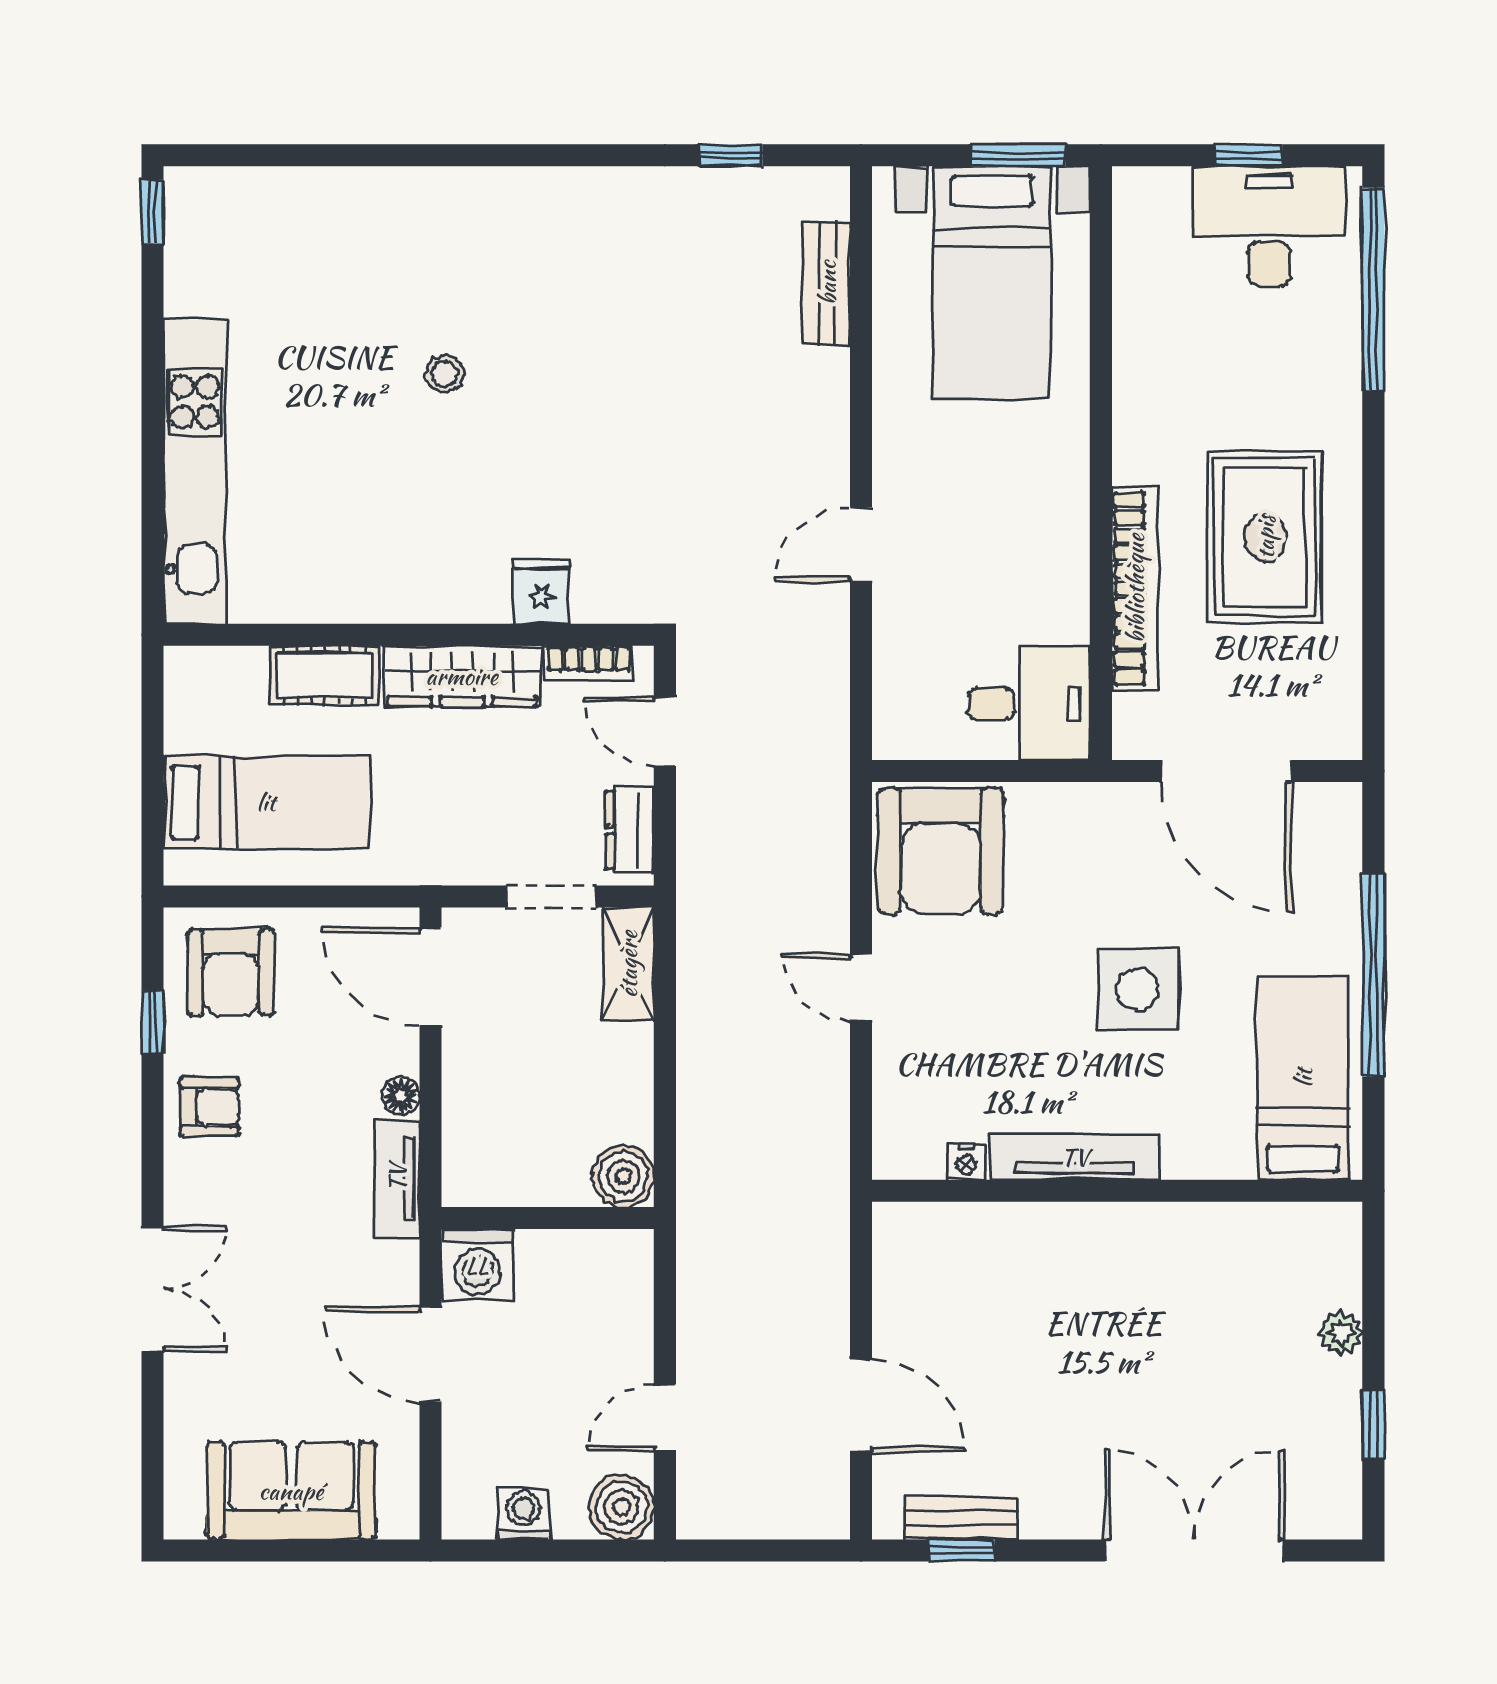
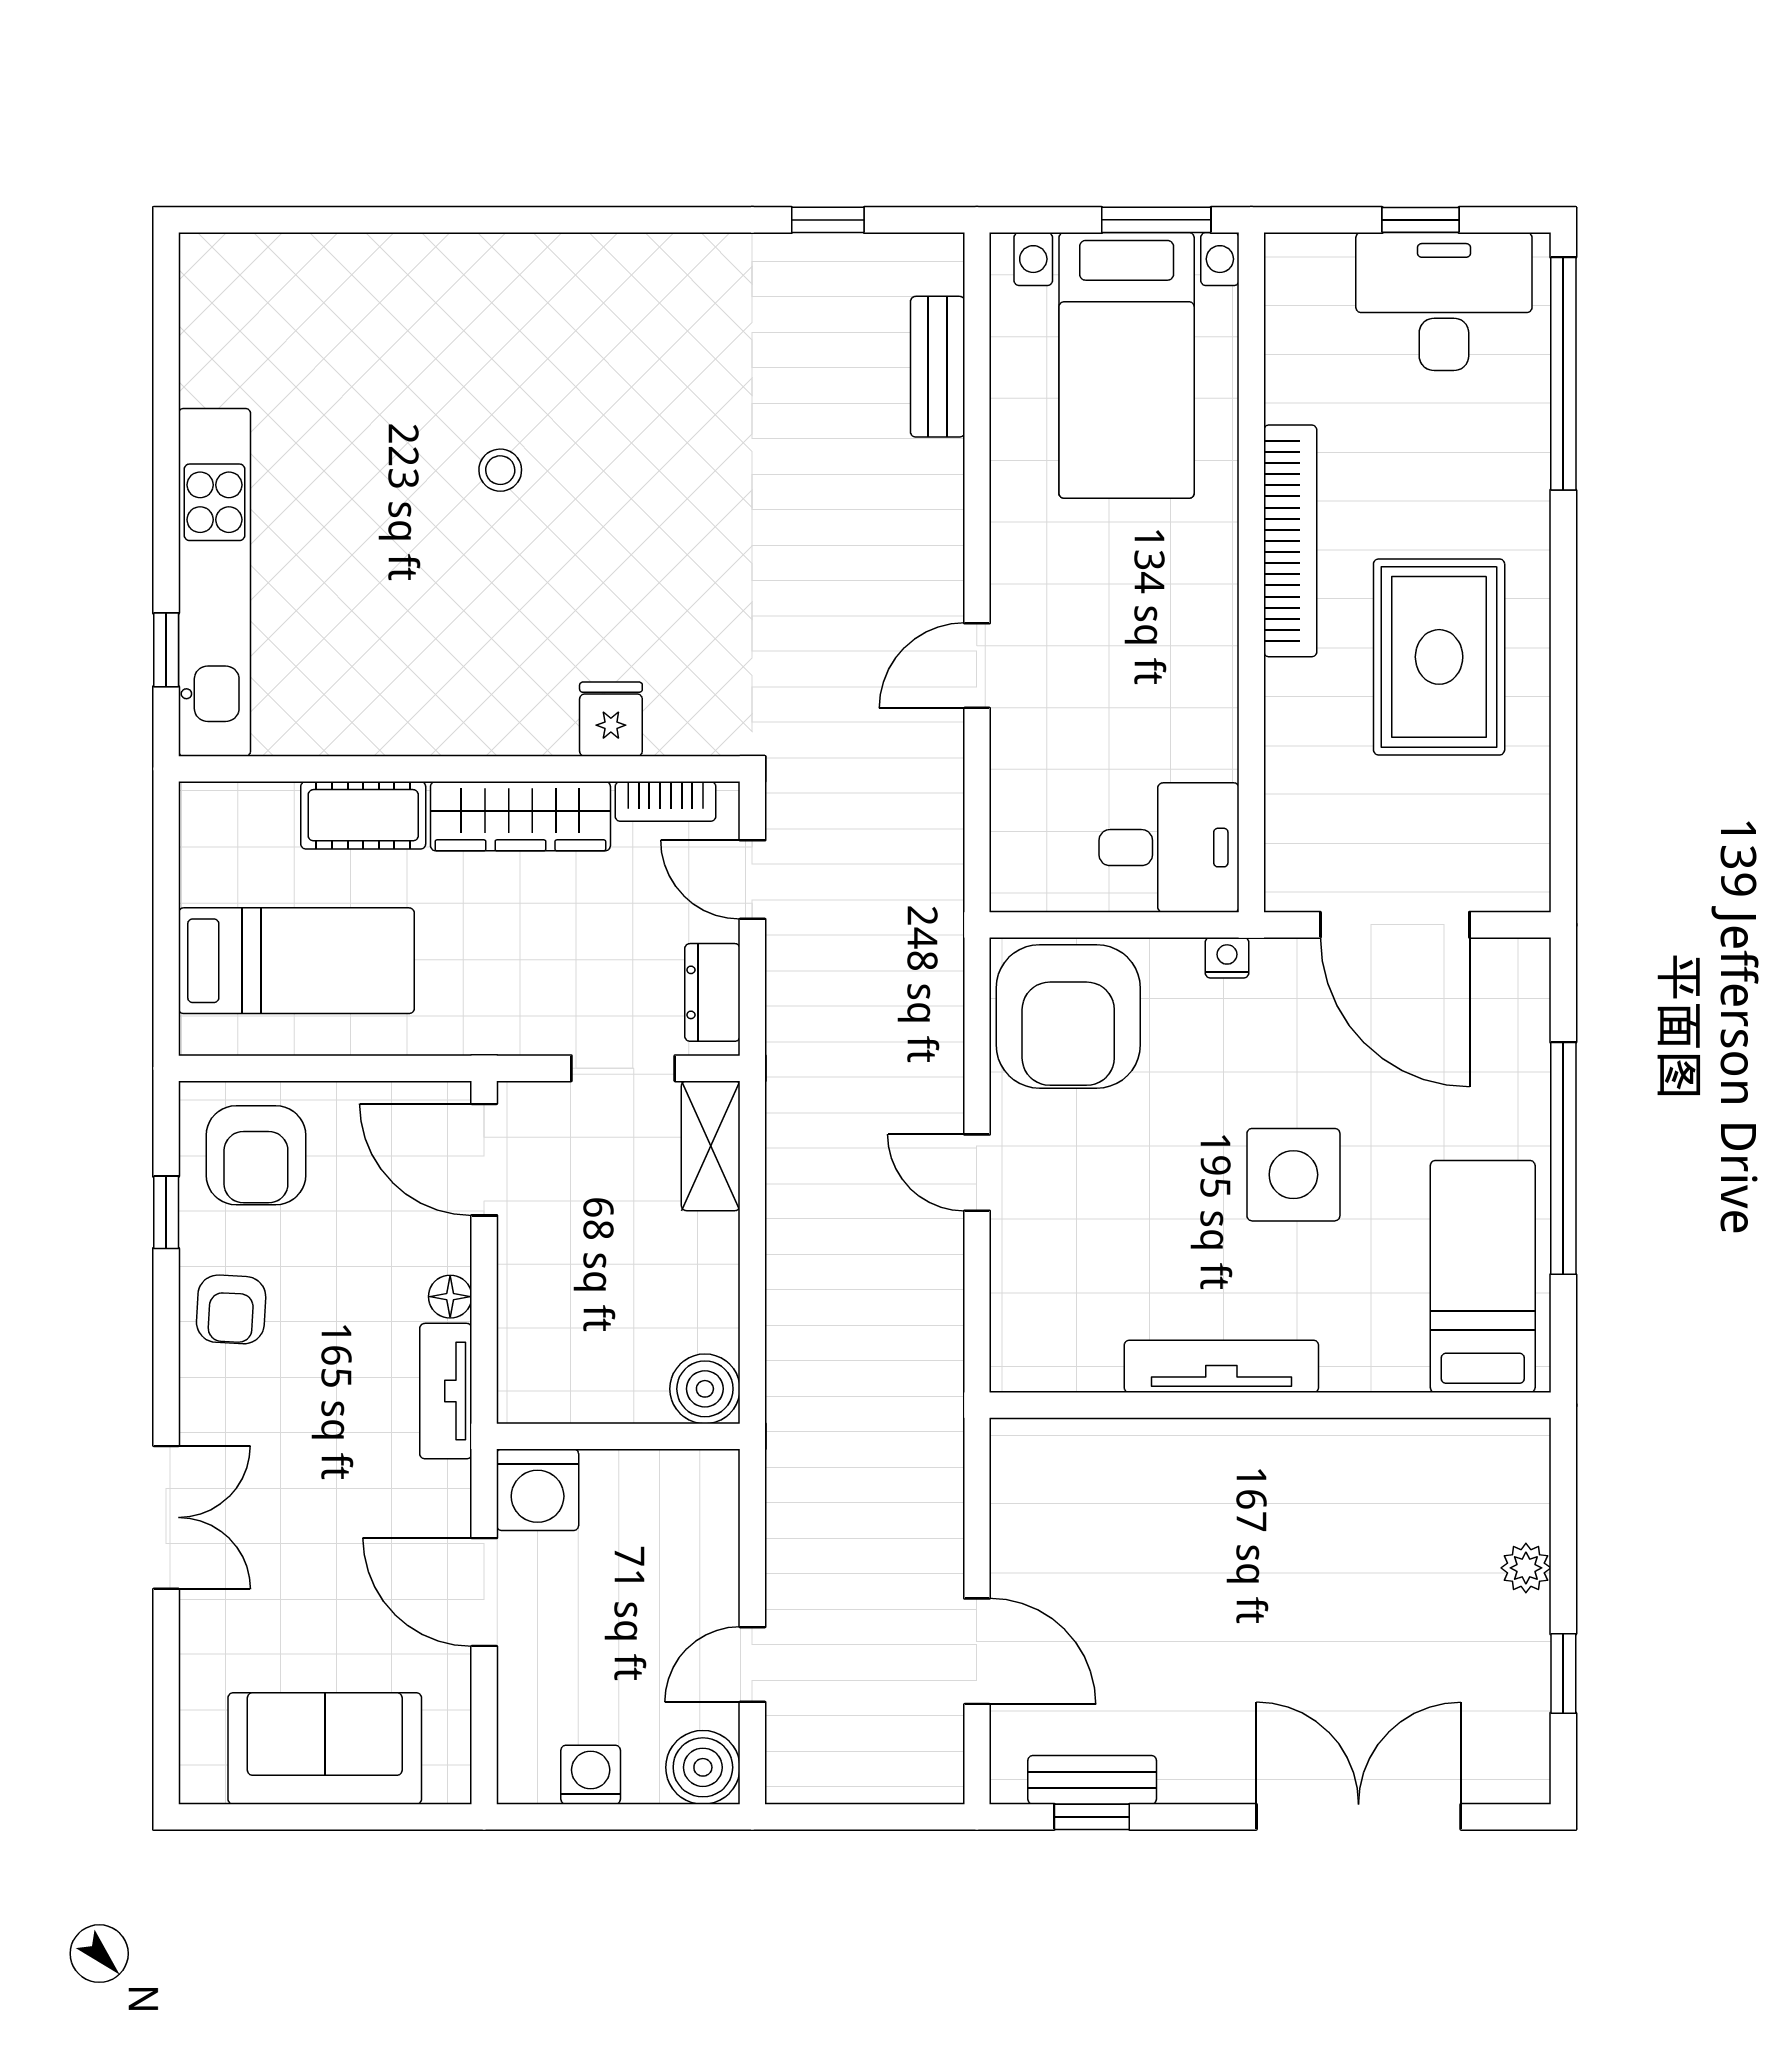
window: (153, 212) -> (166, 650), moved
bookcase: (1135, 588) -> (1290, 541), moved
armchair: (209, 1107) -> (231, 1309), turned 93
nightstand: (967, 1162) -> (1227, 958), moved, turned 180

